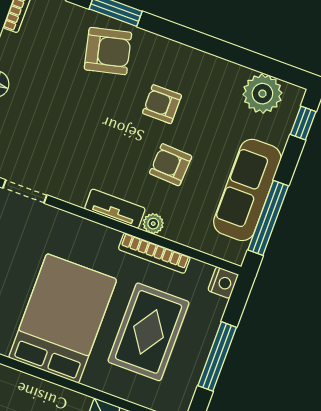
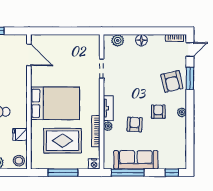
plant: (262, 94) -> (182, 112), moved, width x0.53, depth x0.53

